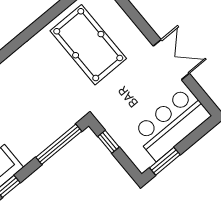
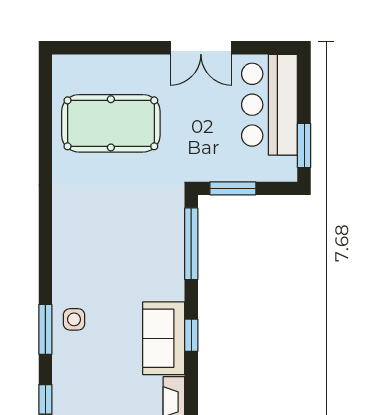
double door: (171, 60) -> (201, 48), swing flipped
window: (108, 142) -> (233, 188), width x1.50

